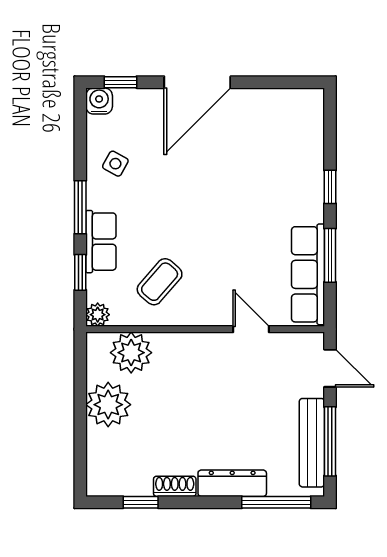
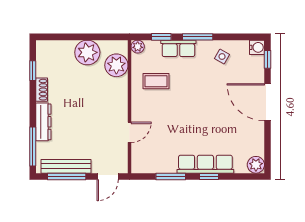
plant: (309, 103) -> (256, 165), added
row of seats: (308, 274) -> (205, 164), moved
coffee table: (160, 282) -> (156, 81), turned -41

